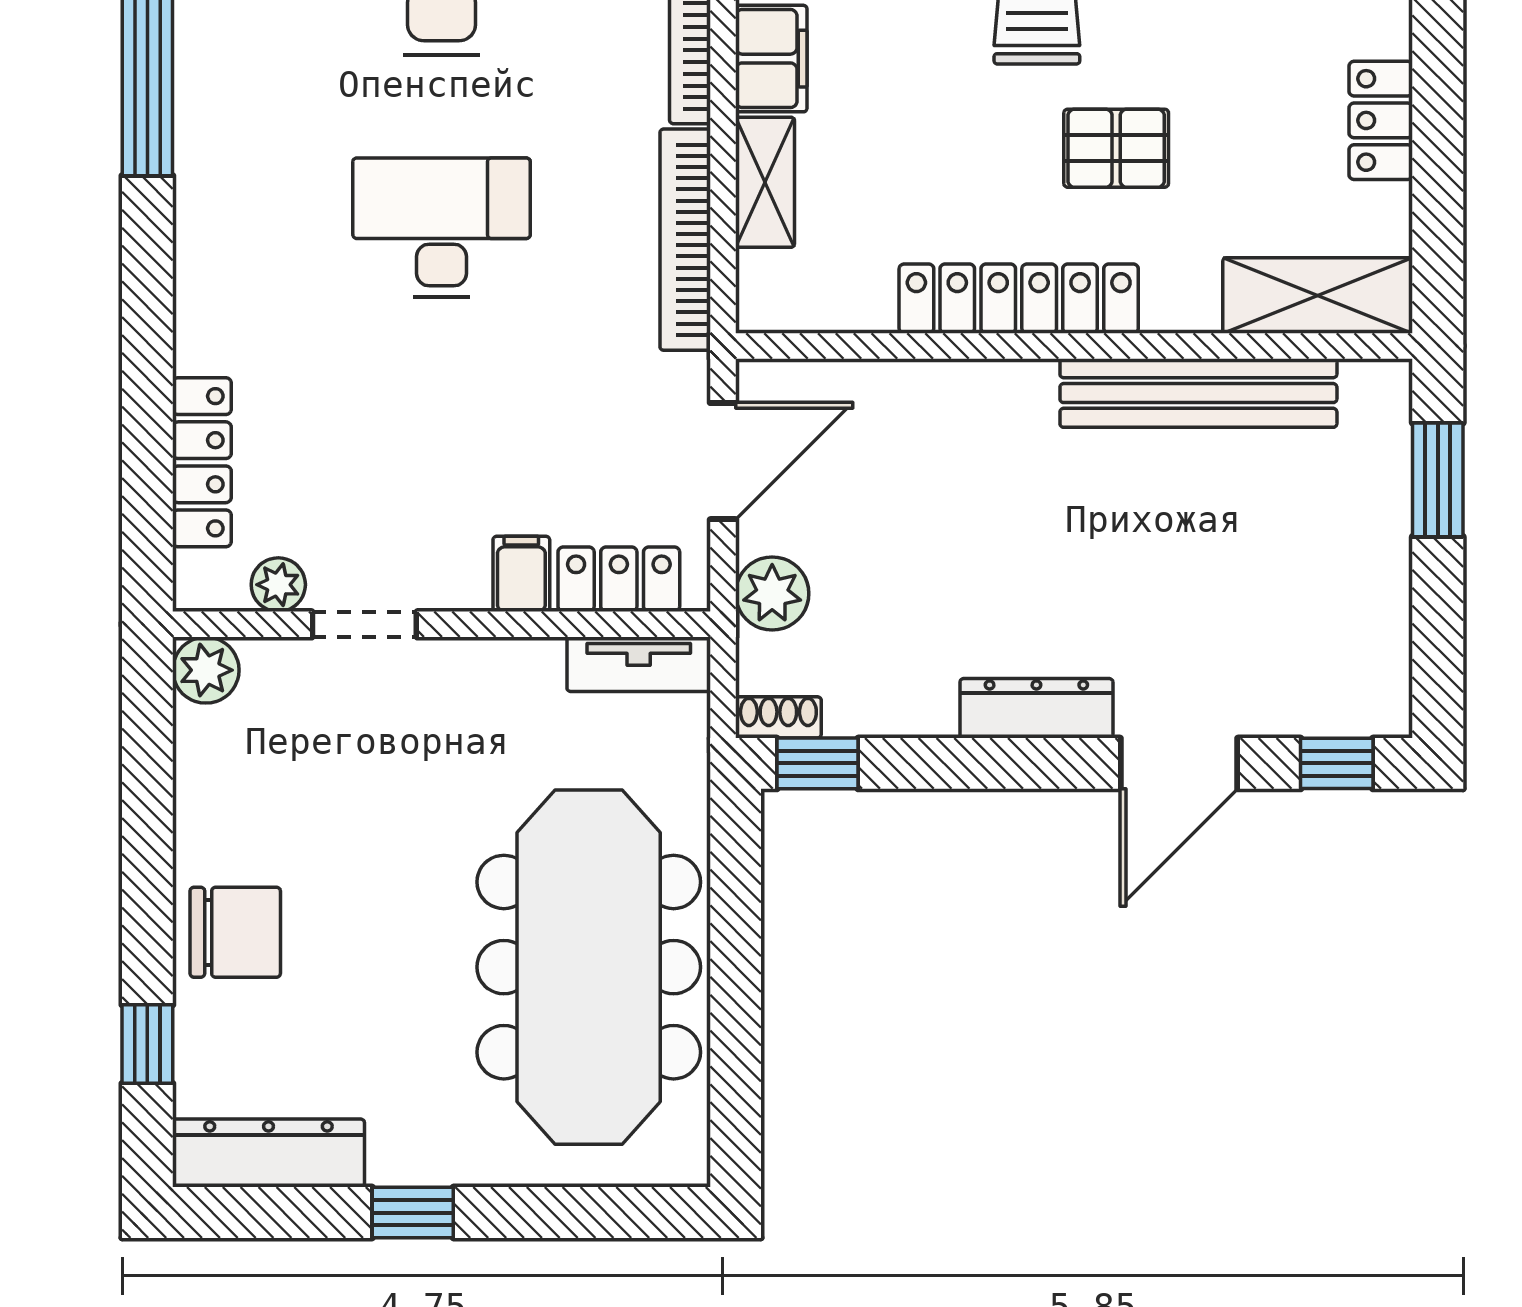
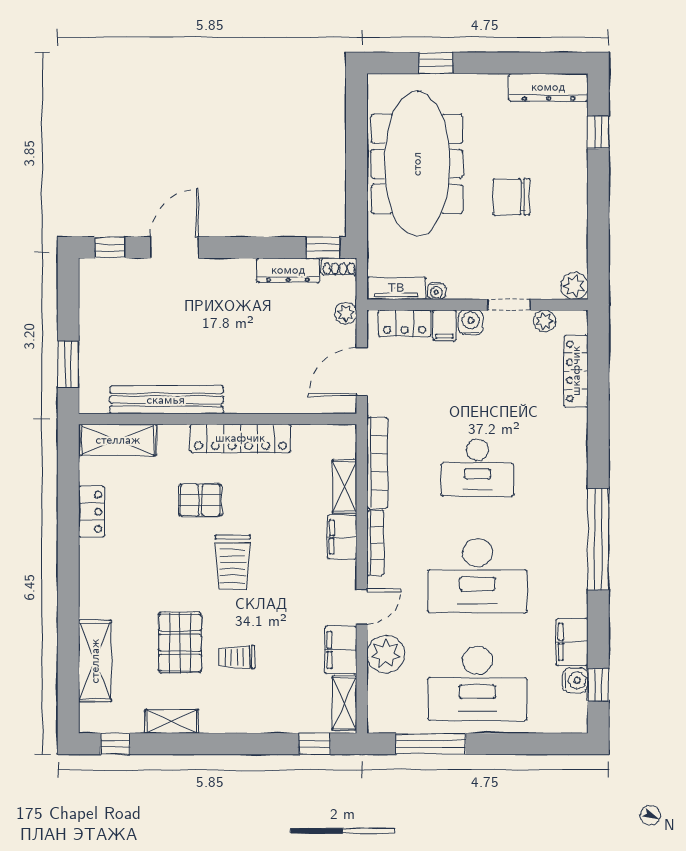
water cooler: (458, 581) -> (471, 322), added
plant: (772, 594) -> (346, 313), width x0.73, depth x0.73
water cooler: (541, 658) -> (436, 291), added
dresser: (1036, 708) -> (288, 270), moved
chair: (235, 932) -> (511, 197), moved
window: (413, 1213) -> (436, 63), moved

